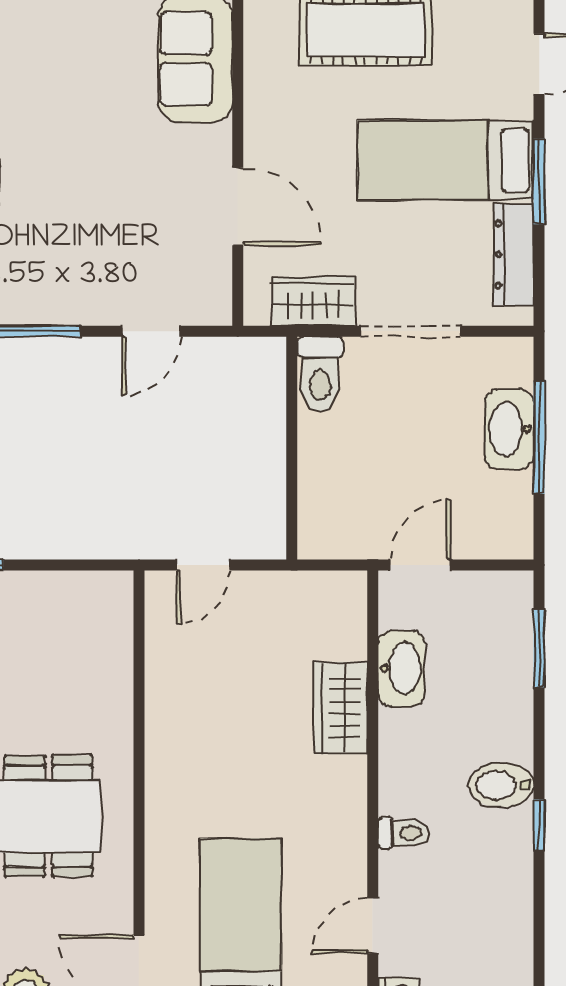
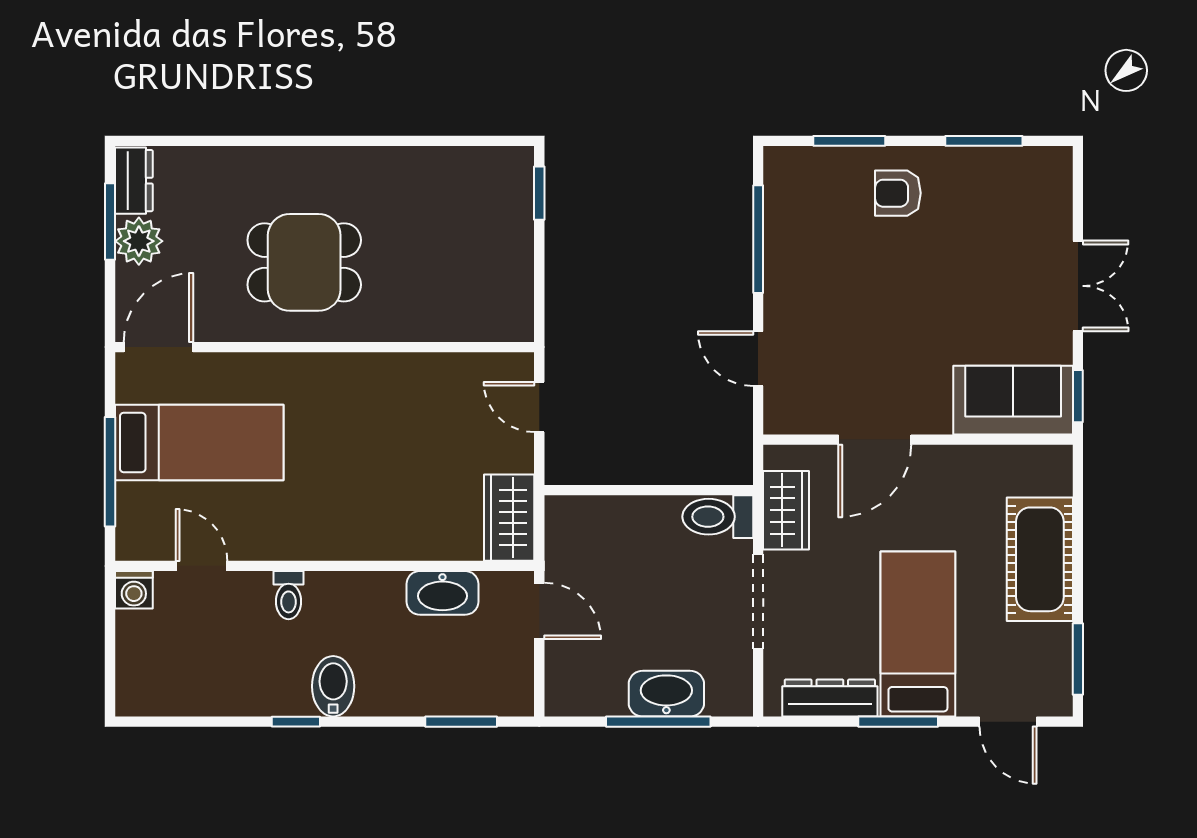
wardrobe: (341, 708) -> (509, 518), moved, turned -90

